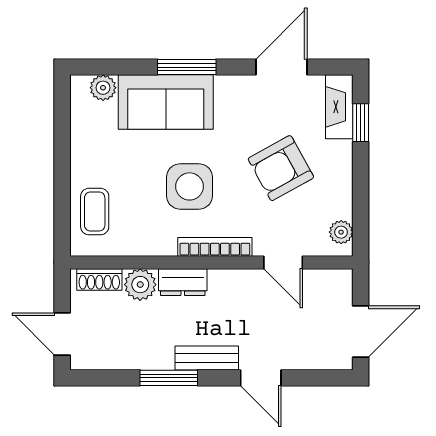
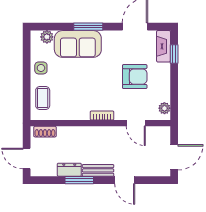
armchair: (281, 168) -> (135, 77), turned -151
side table: (189, 186) -> (41, 68), moved, width x0.54, depth x0.54
bookcase: (215, 247) -> (102, 115), width x0.64
dresser: (183, 282) -> (69, 170), moved, turned 180
plant: (140, 285) -> (65, 134), removed

